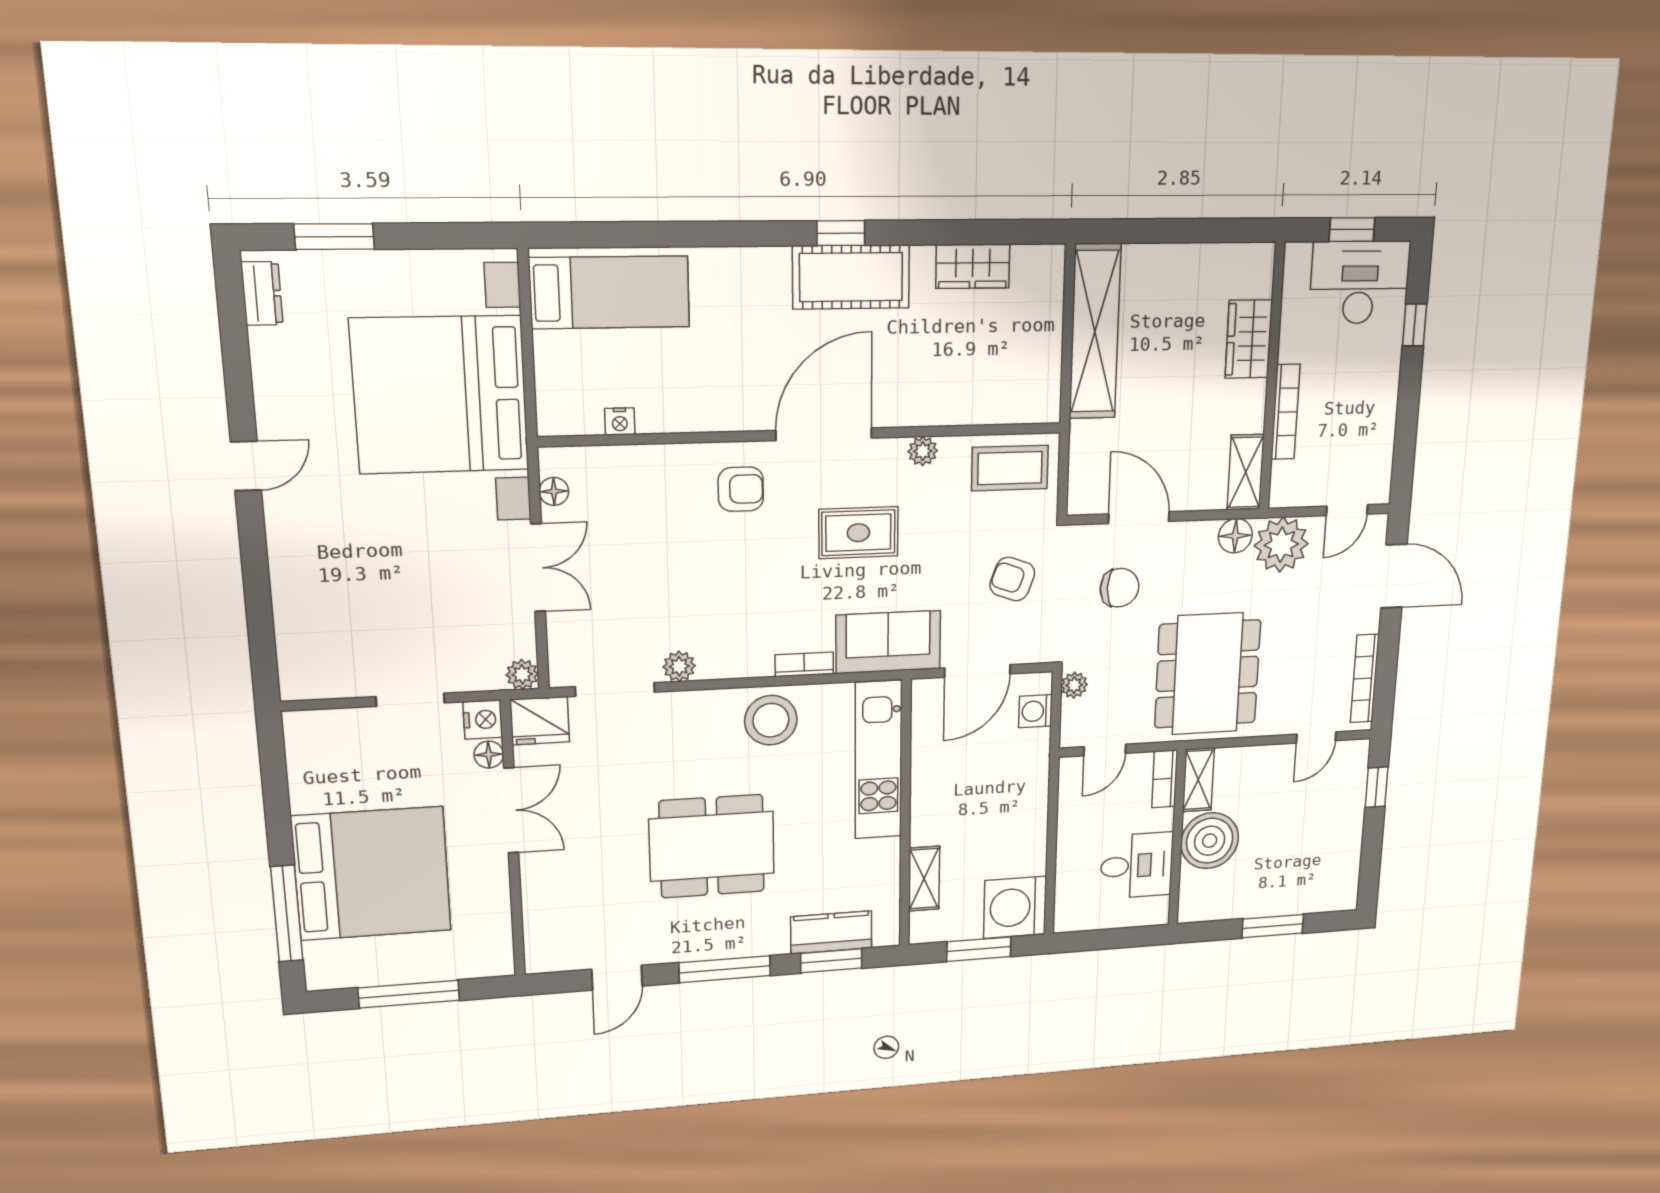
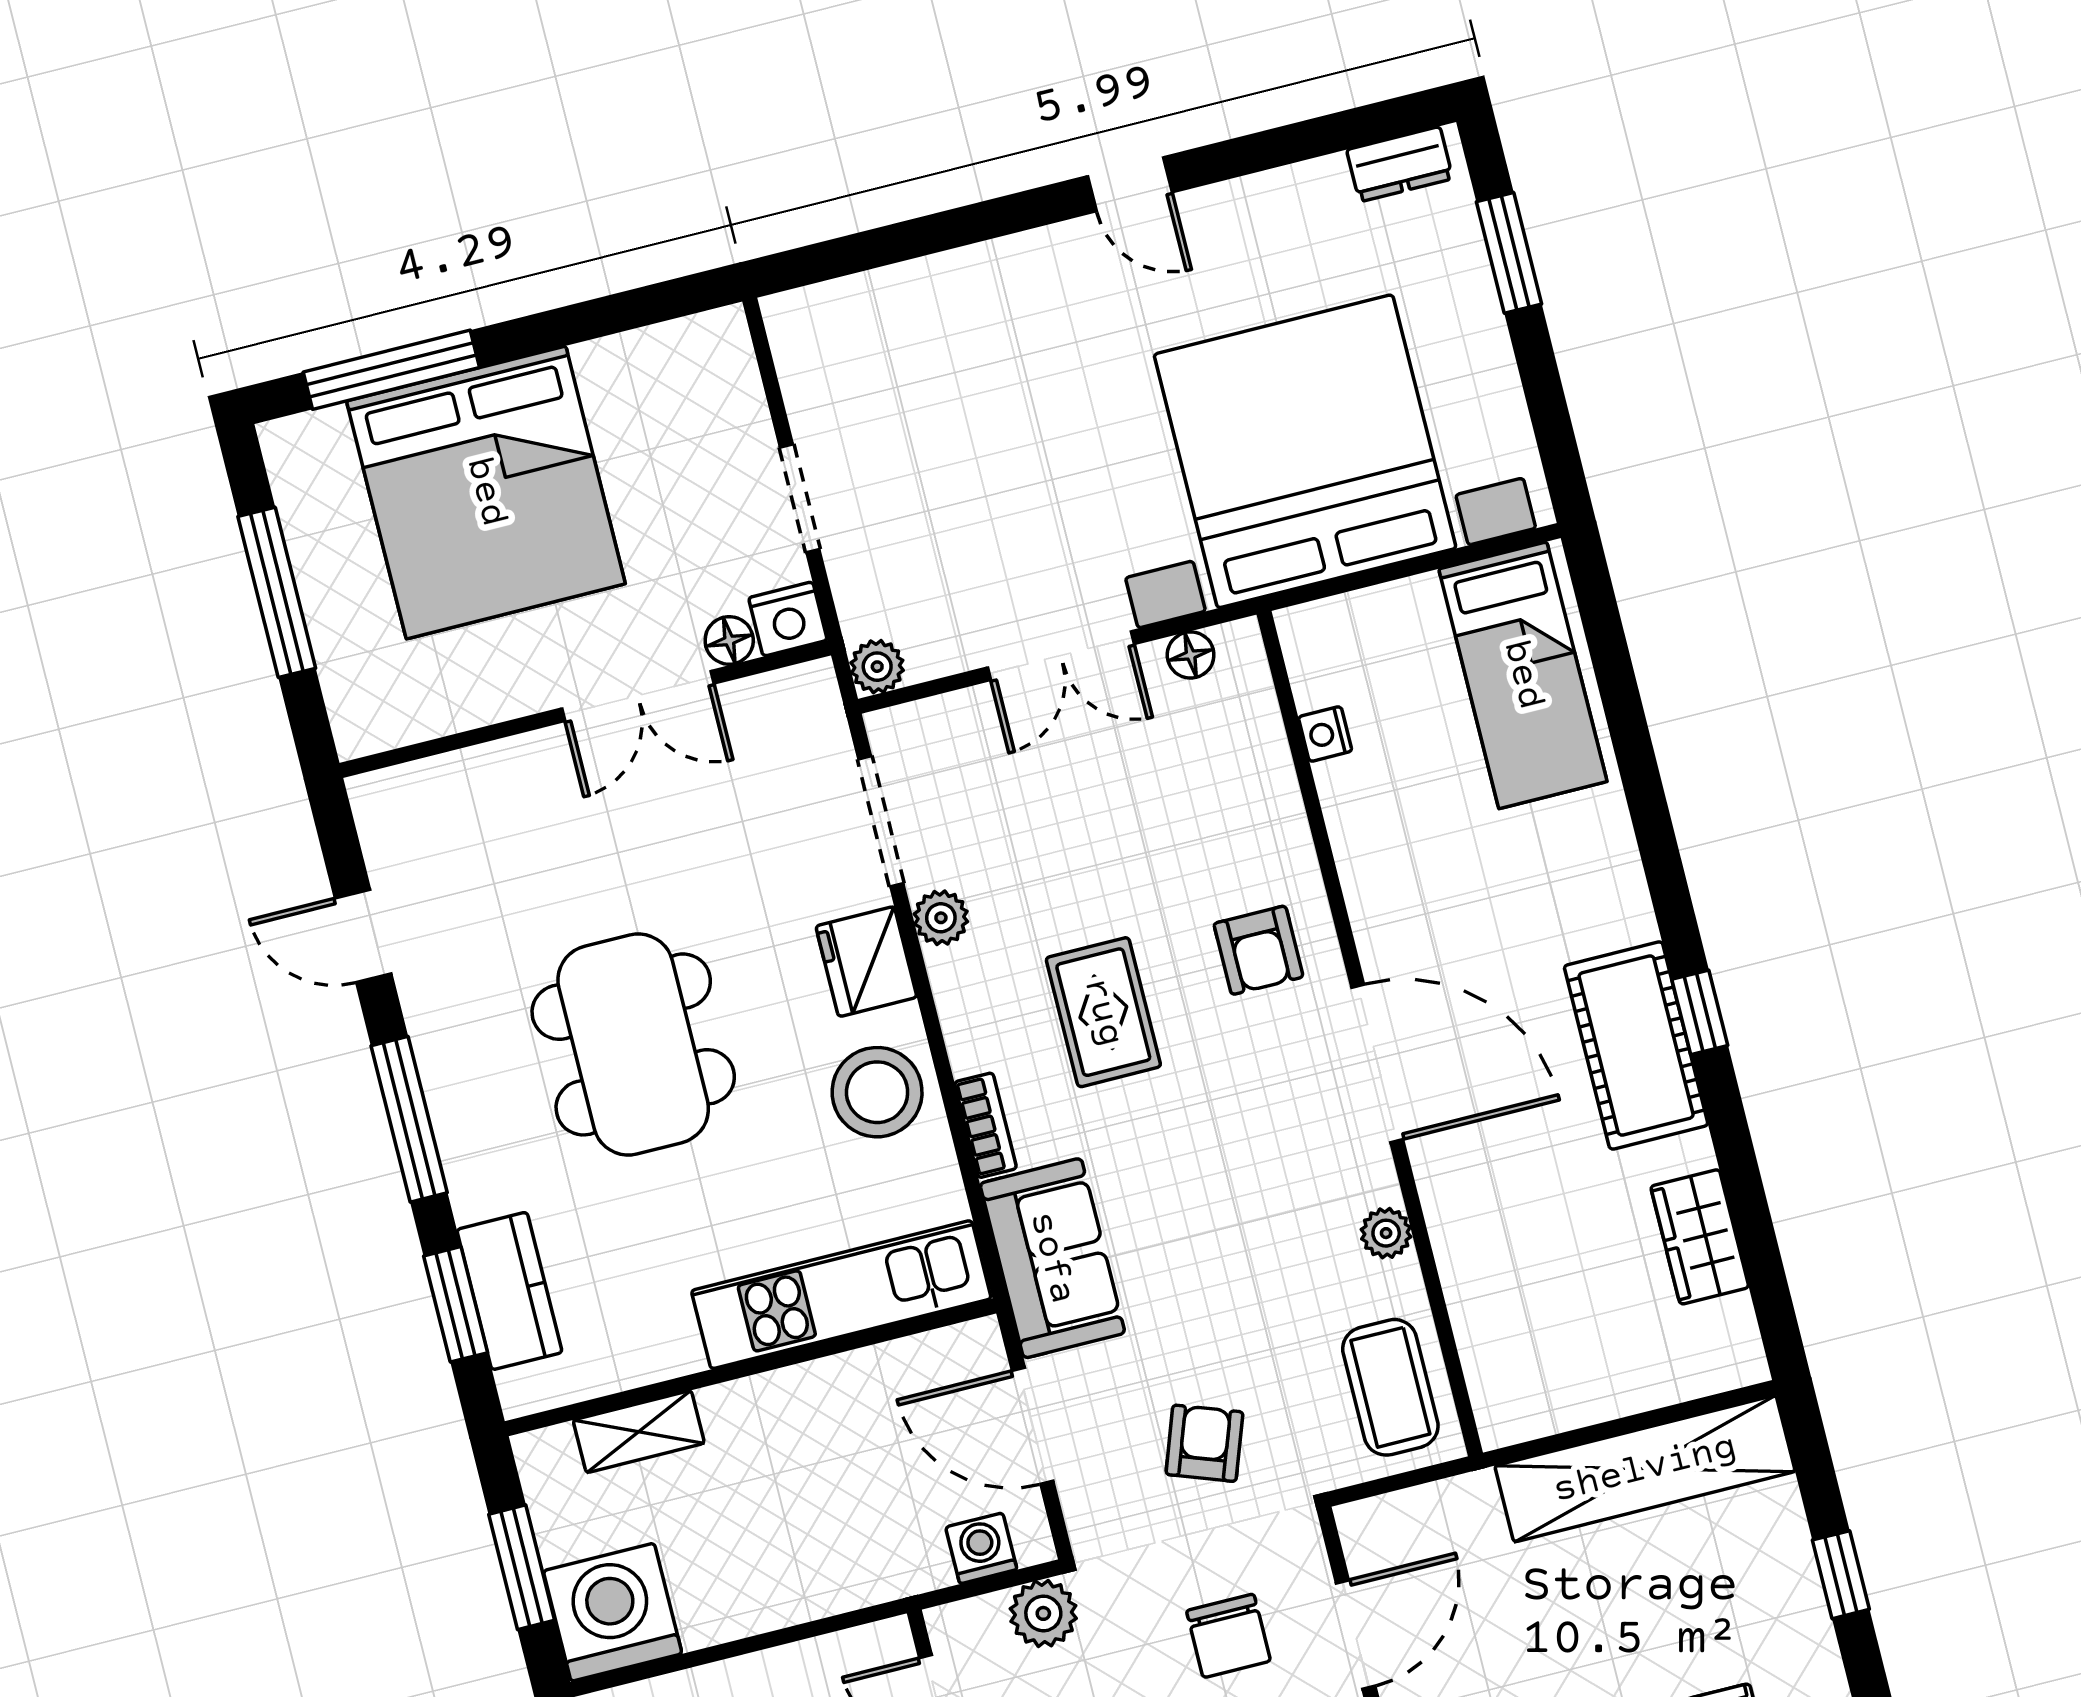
window: (1186, 231) -> (1841, 1575), added
rug: (858, 533) -> (1103, 1012), moved
plant: (1074, 685) -> (1043, 1613), width x1.38, depth x1.38
fridge: (540, 721) -> (866, 962), moved

